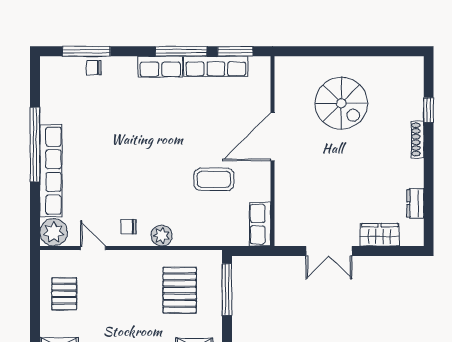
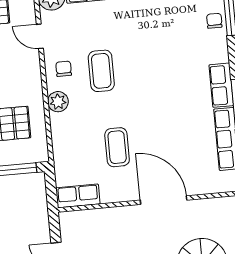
coffee table: (134, 188) -> (101, 71), added
door: (93, 248) -> (40, 36), swing flipped

